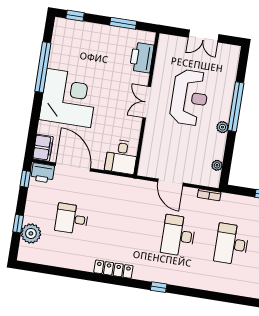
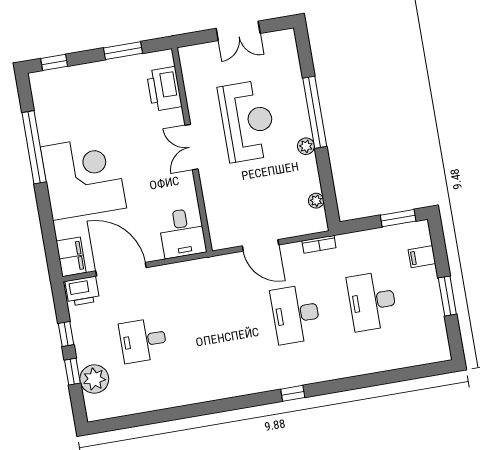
window: (25, 179) -> (66, 334), moved
locker: (113, 269) -> (223, 390), removed

